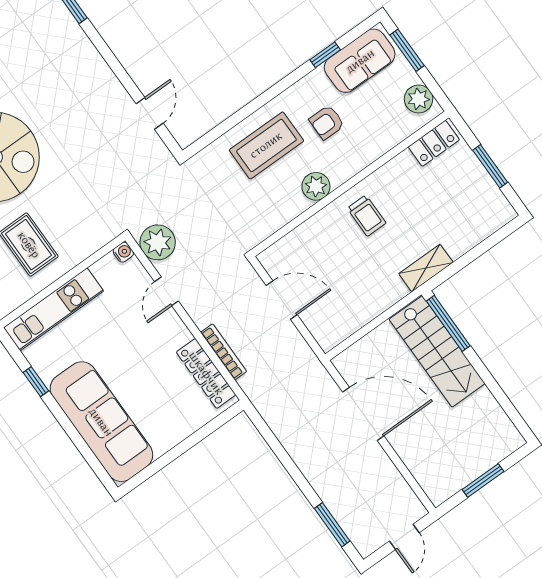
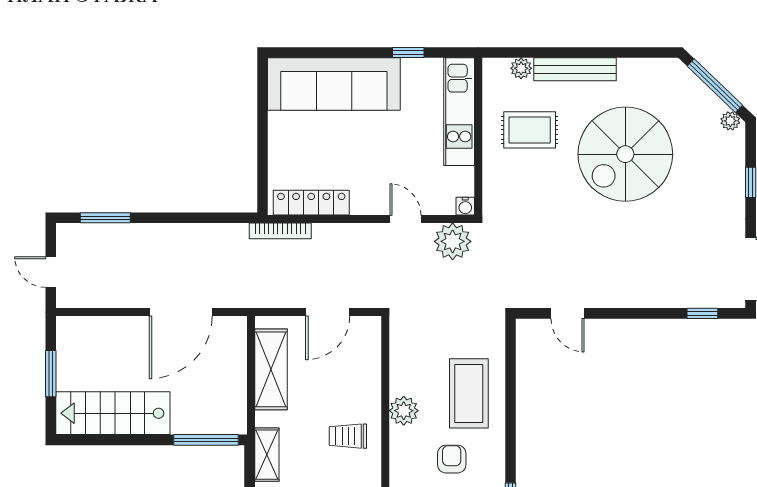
shelving: (358, 312) -> (271, 369), added
stairs: (437, 351) -> (113, 413), moved
bookcase: (224, 352) -> (280, 231), moved

